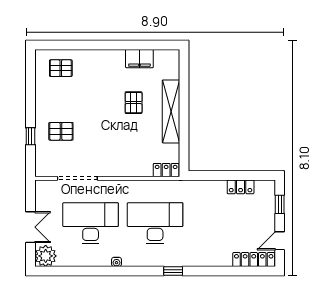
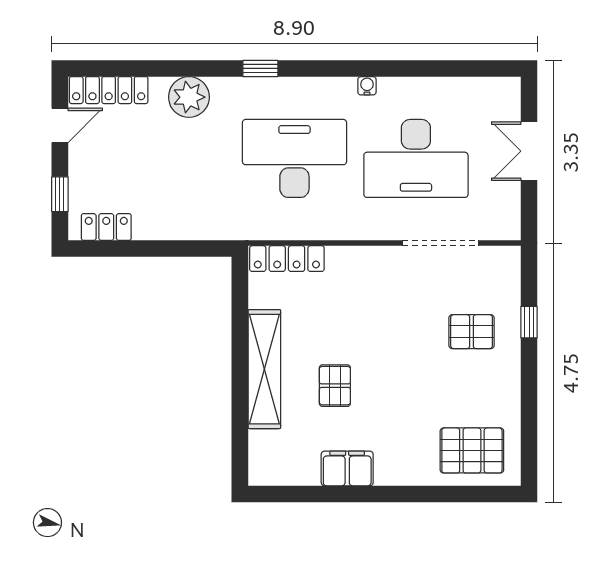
filing cabinet: (139, 59) -> (347, 468), moved
pallet: (61, 68) -> (472, 450), width x1.50, depth x1.42
locker: (166, 170) -> (287, 259), width x1.53
locker: (241, 187) -> (106, 227), moved
desk: (155, 223) -> (294, 158), turned 180
plant: (46, 256) -> (189, 97), moved

